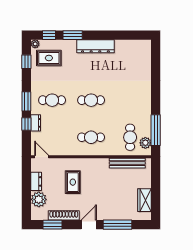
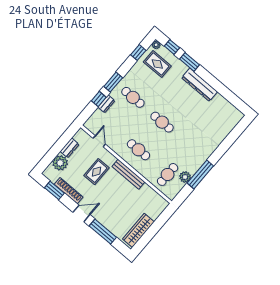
window: (156, 130) -> (200, 175), moved
plant: (145, 143) -> (185, 177), moved
door: (42, 157) -> (99, 141), moved
bench: (127, 163) -> (128, 174), moved
wardrobe: (144, 200) -> (138, 230), width x1.50

